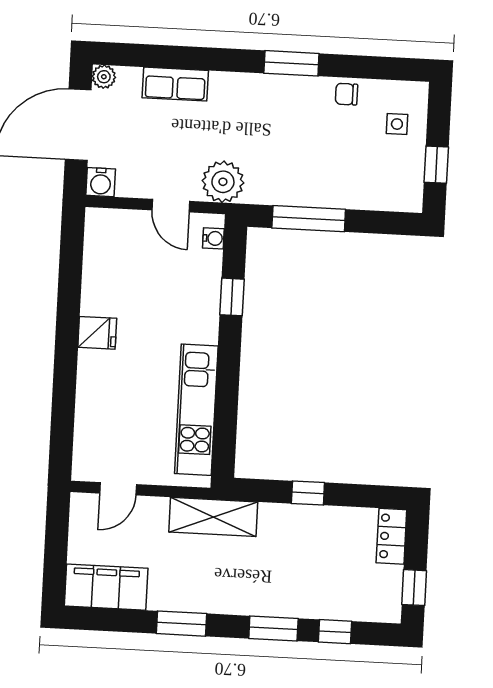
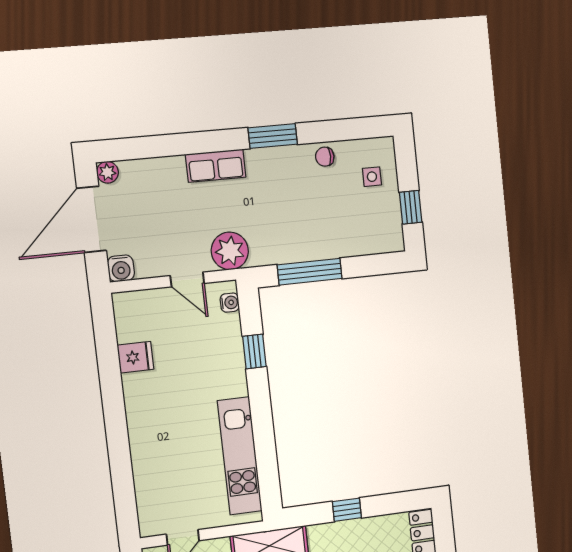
row of seats: (175, 84) -> (216, 166), moved
fridge: (97, 333) -> (135, 357), moved

